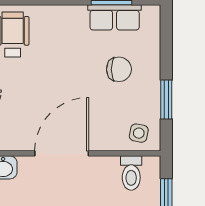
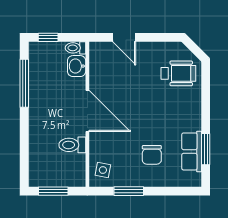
toilet: (131, 173) -> (72, 145), moved

